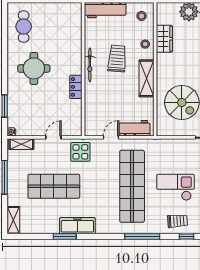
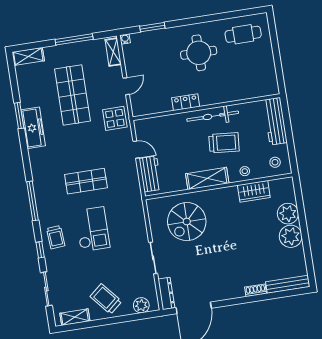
bicycle: (90, 65) -> (213, 116), width x1.37, depth x1.40
door: (53, 137) -> (126, 86), hinge flipped
shop shelf: (132, 186) -> (86, 181), width x0.50, depth x0.74

